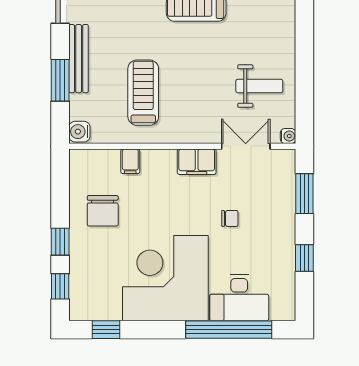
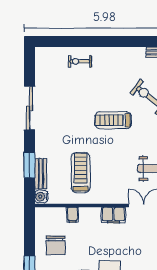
bench: (79, 59) -> (41, 174), moved, width x0.73
chair: (230, 218) -> (134, 250), removed

